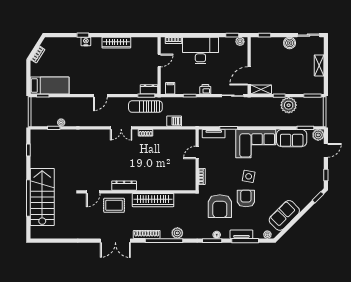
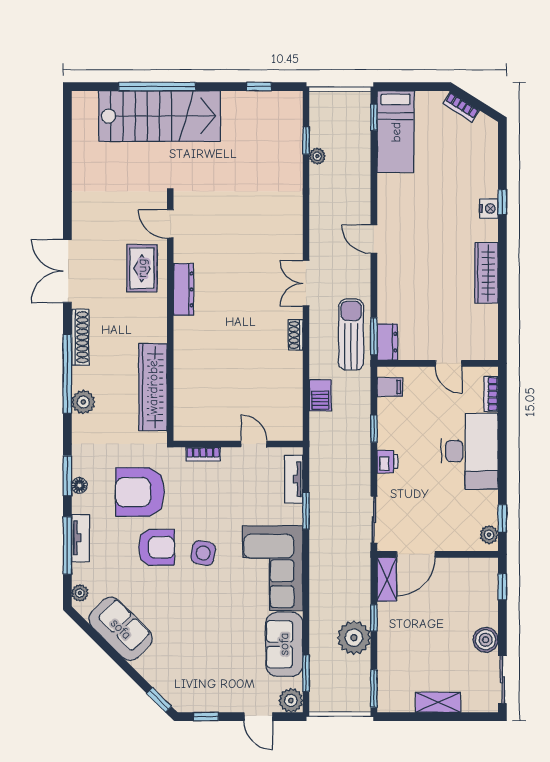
door: (249, 76) -> (416, 554), swing flipped
wardrobe: (153, 200) -> (153, 387), moved

